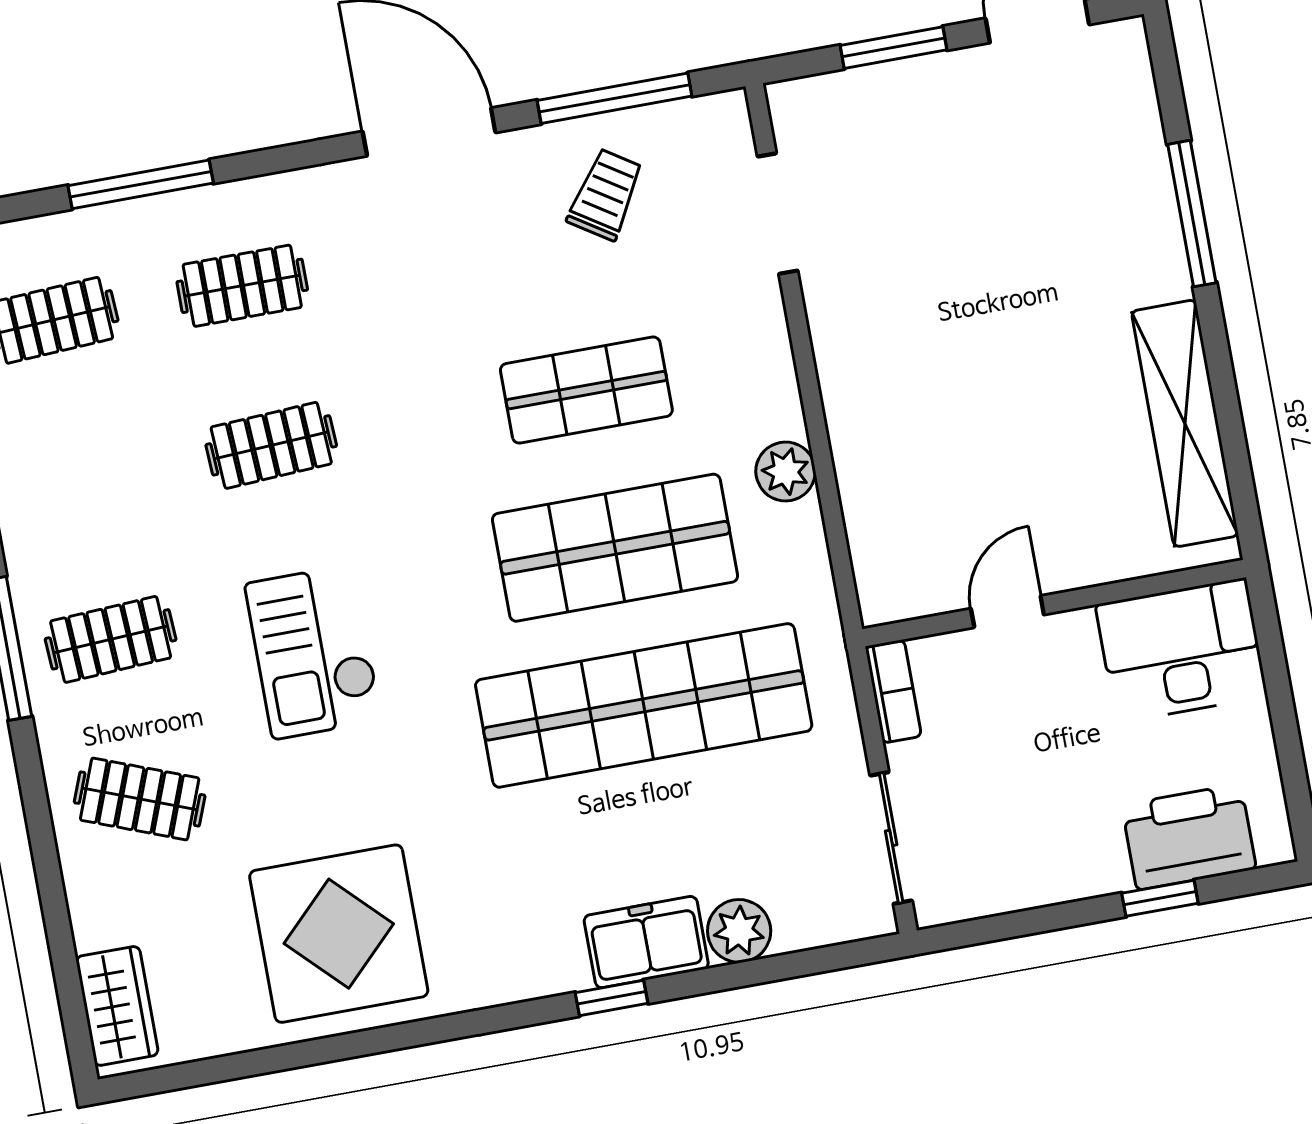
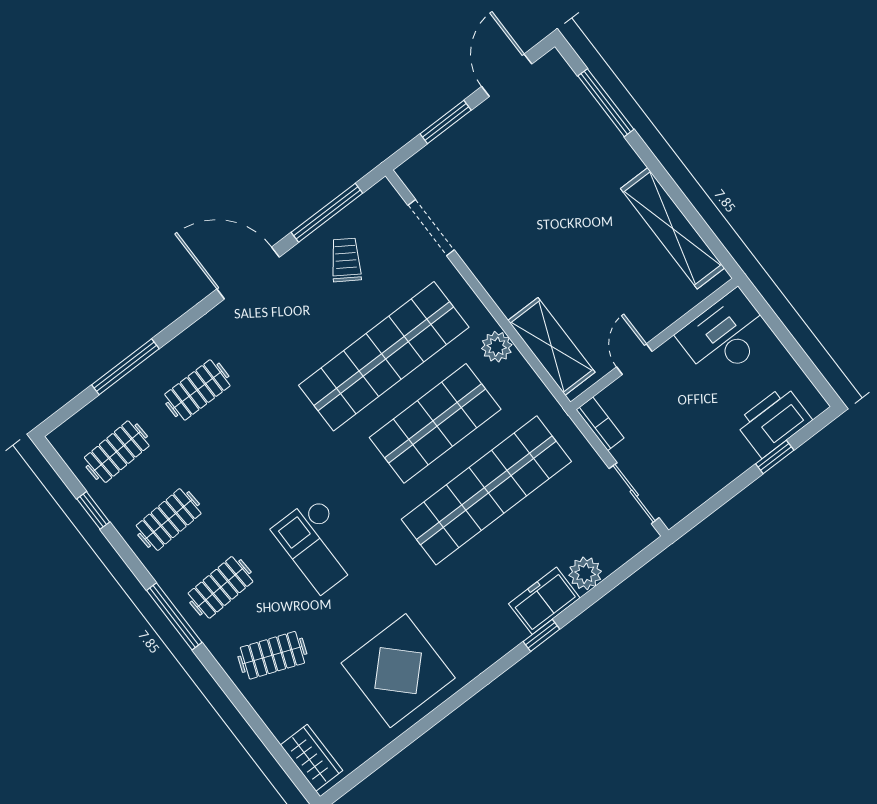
window: (1192, 214) -> (606, 103), moved
shop shelf: (586, 390) -> (384, 356), width x2.00, depth x1.36
clothes rail: (271, 445) -> (169, 520), moved
shelving: (878, 518) -> (551, 346), added

